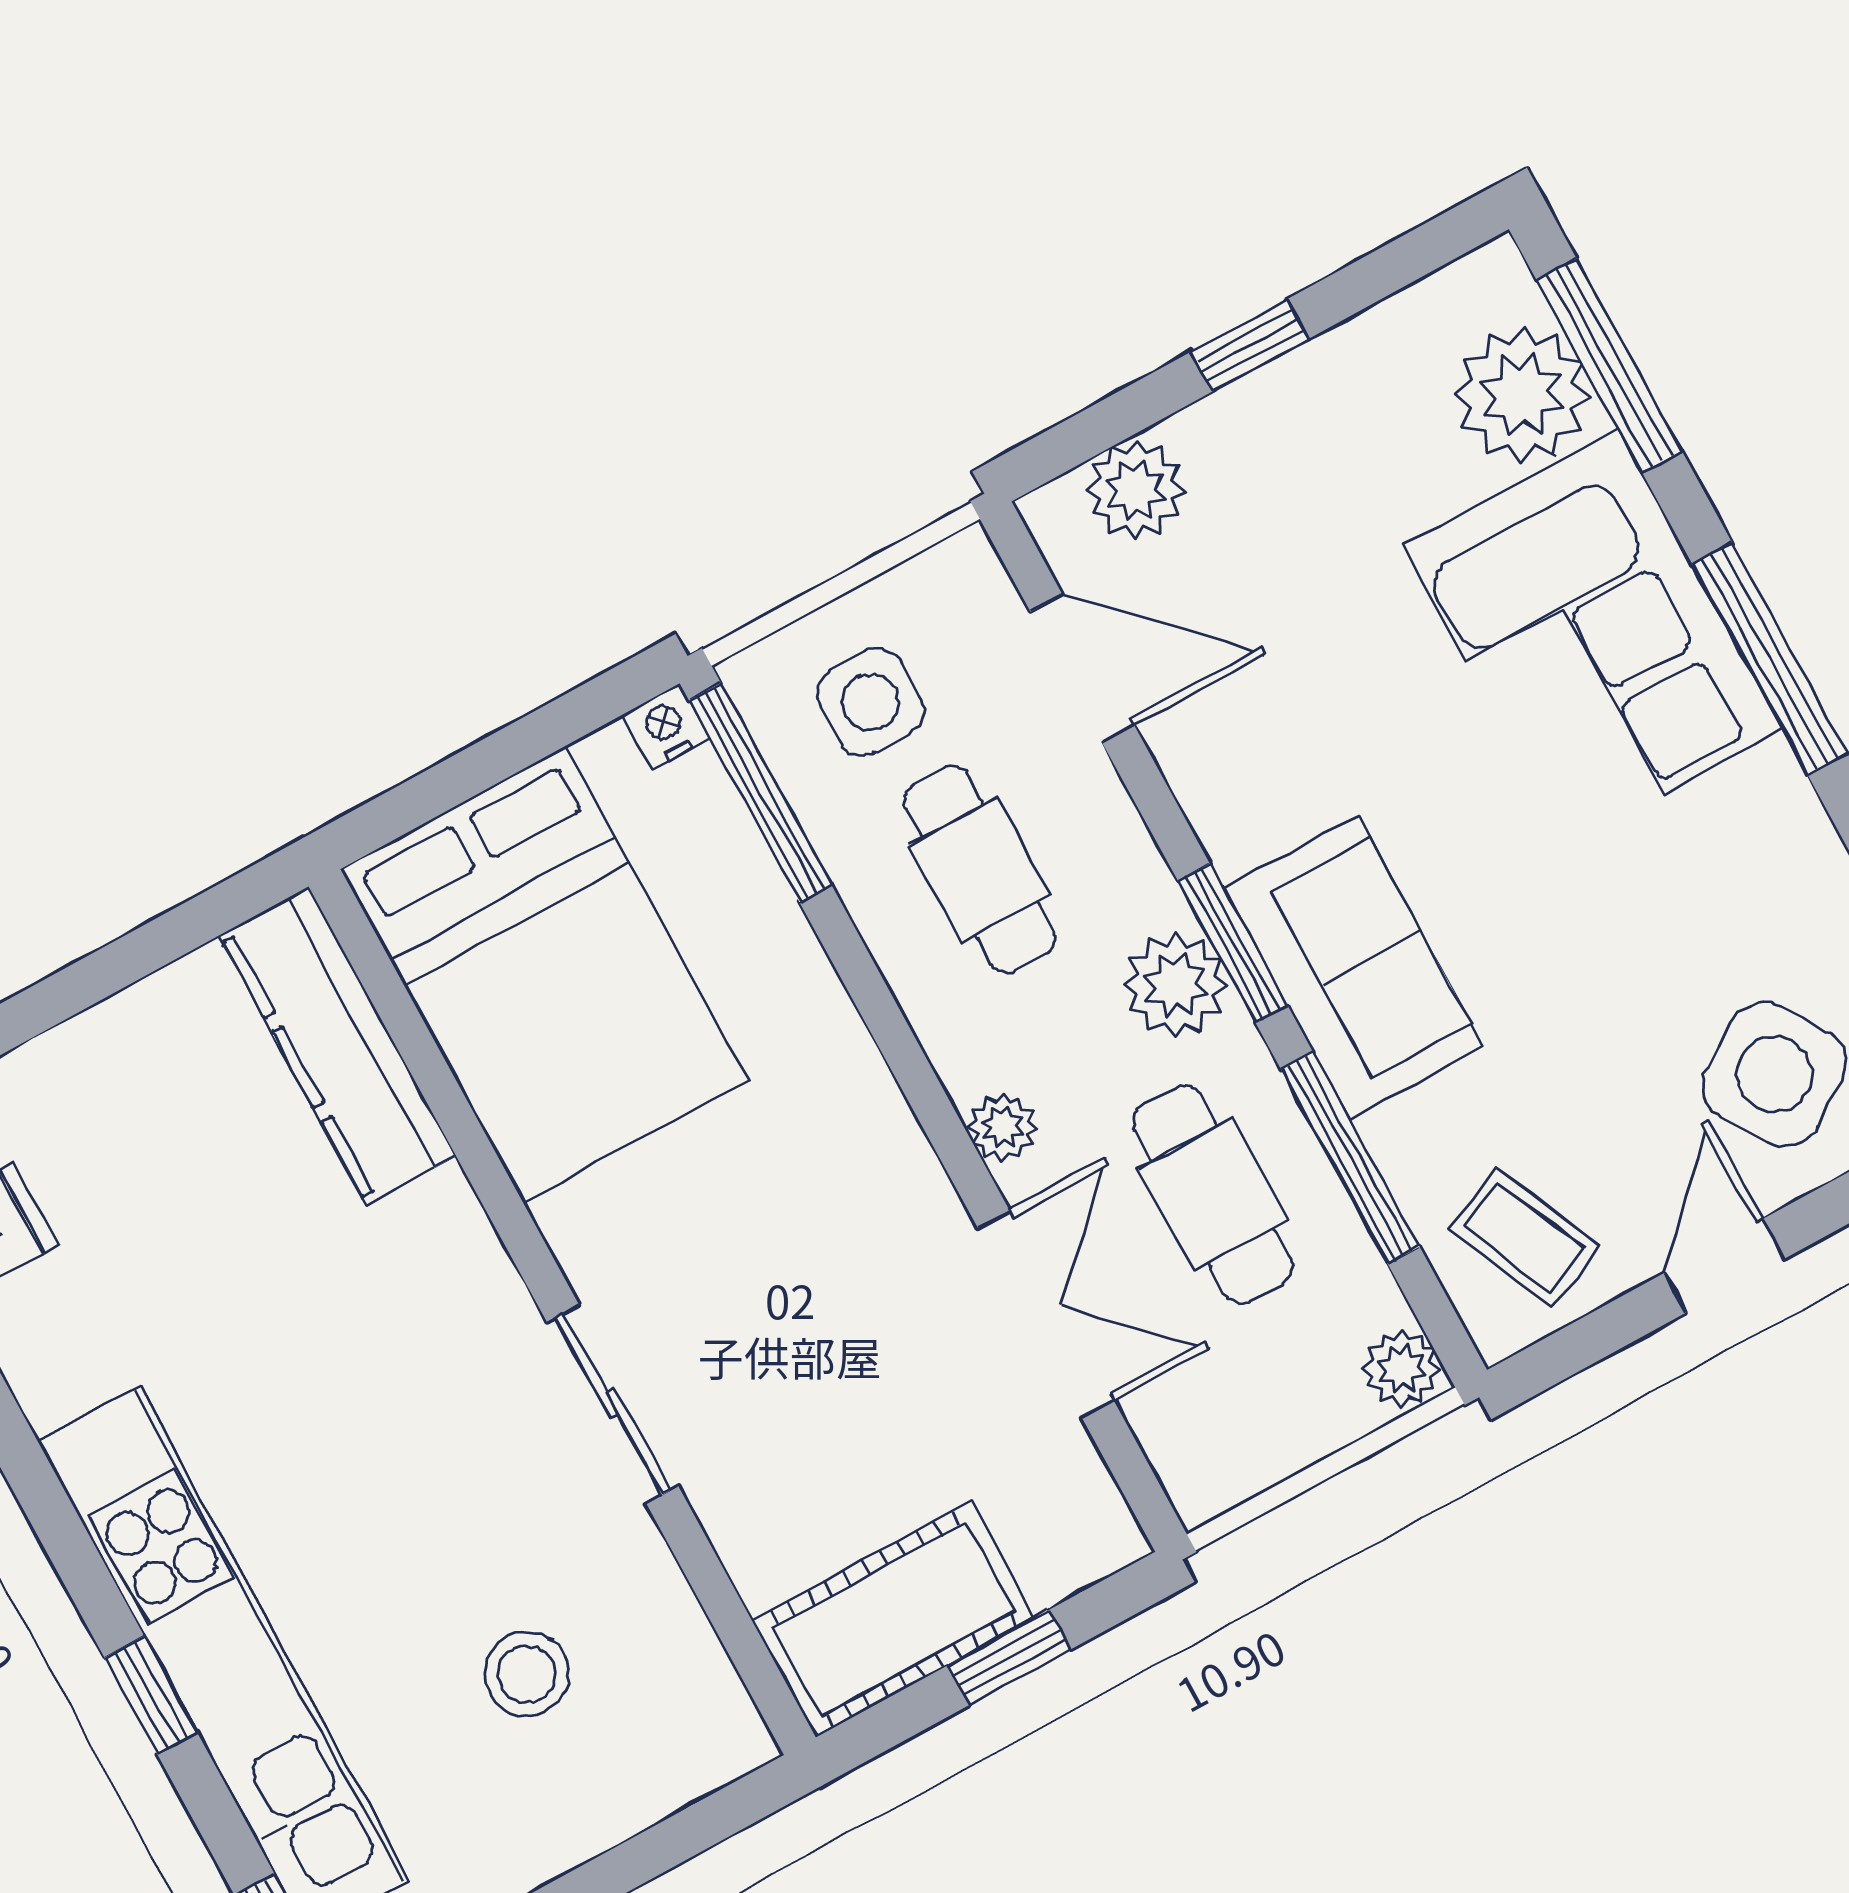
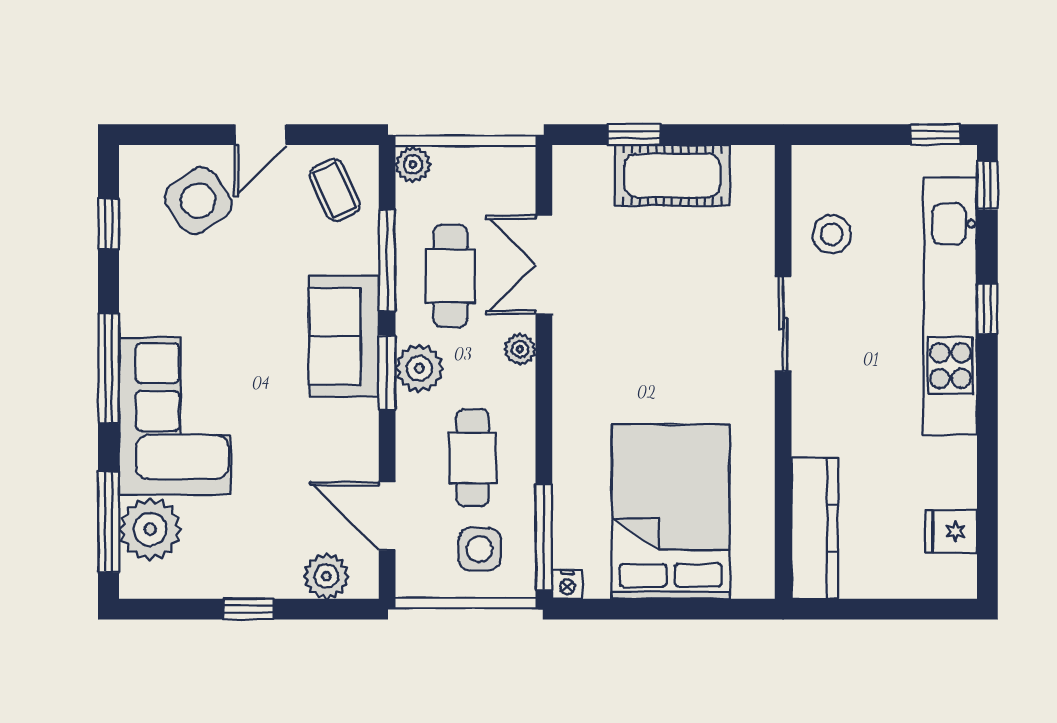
kitchen counter: (337, 1046) -> (815, 528), moved
wall: (562, 1312) -> (783, 372), moved
sliding door: (612, 1404) -> (783, 324), moved

